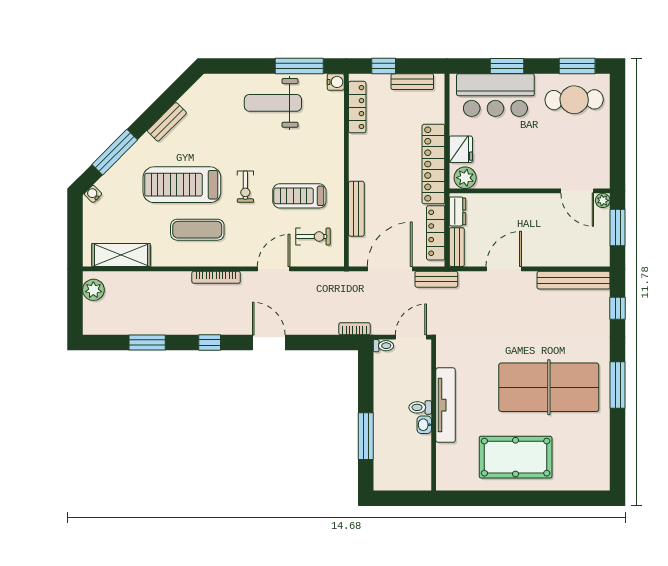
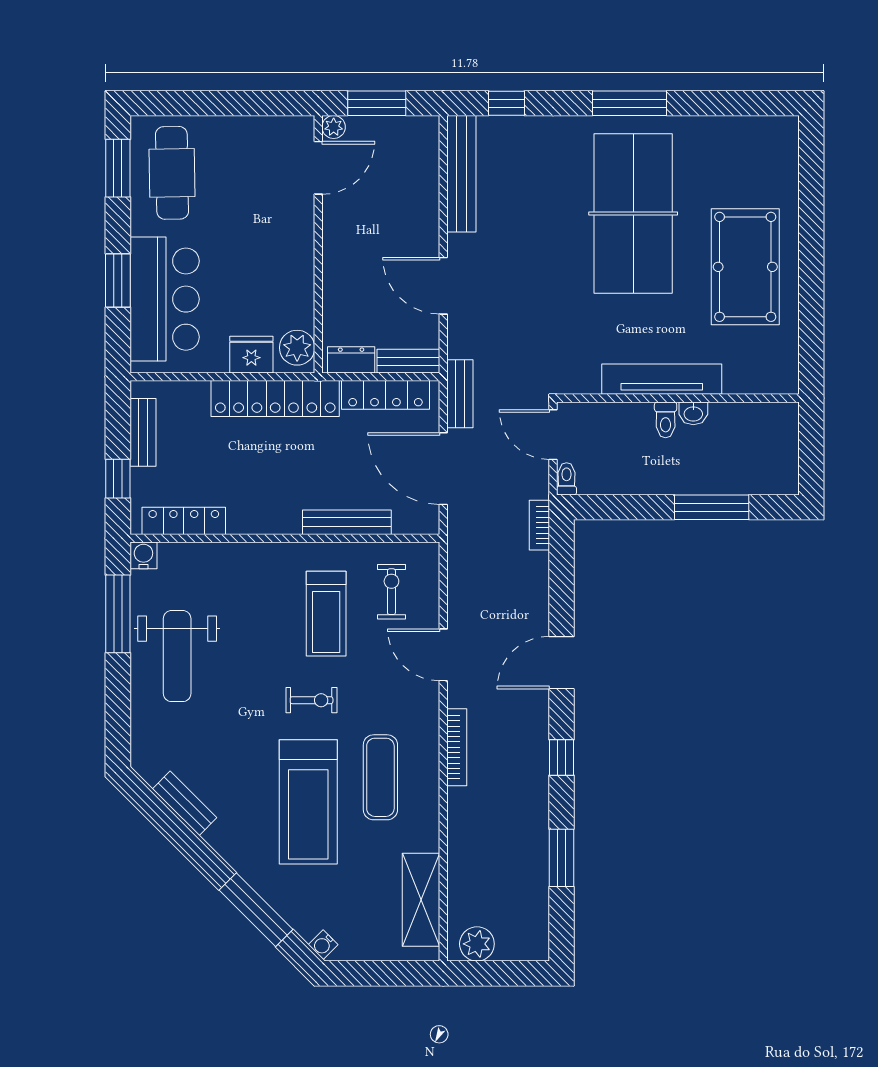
bench: (167, 122) -> (185, 803), moved

